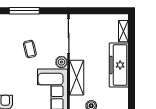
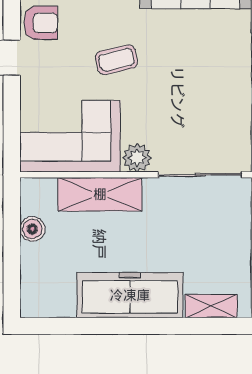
coffee table: (30, 49) -> (116, 60), moved

